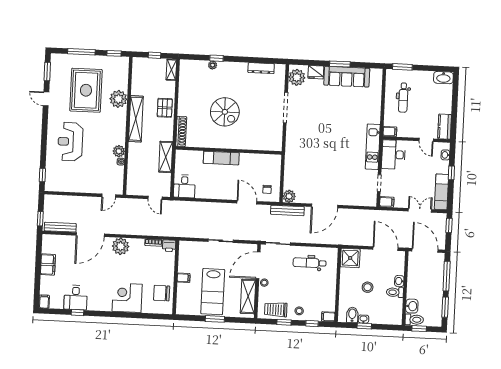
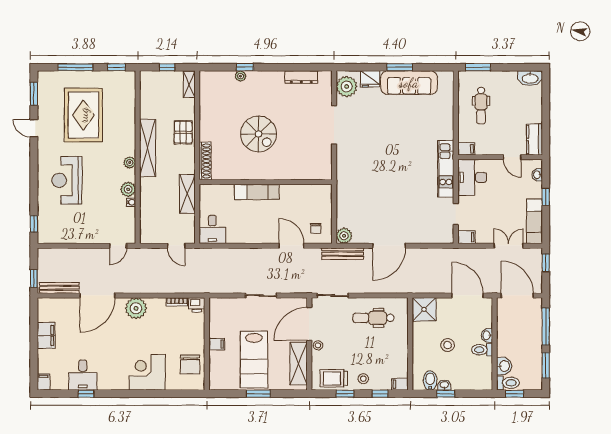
plant: (118, 99) -> (130, 163), moved, width x0.53, depth x0.53
chair: (162, 293) -> (190, 365), turned -90

